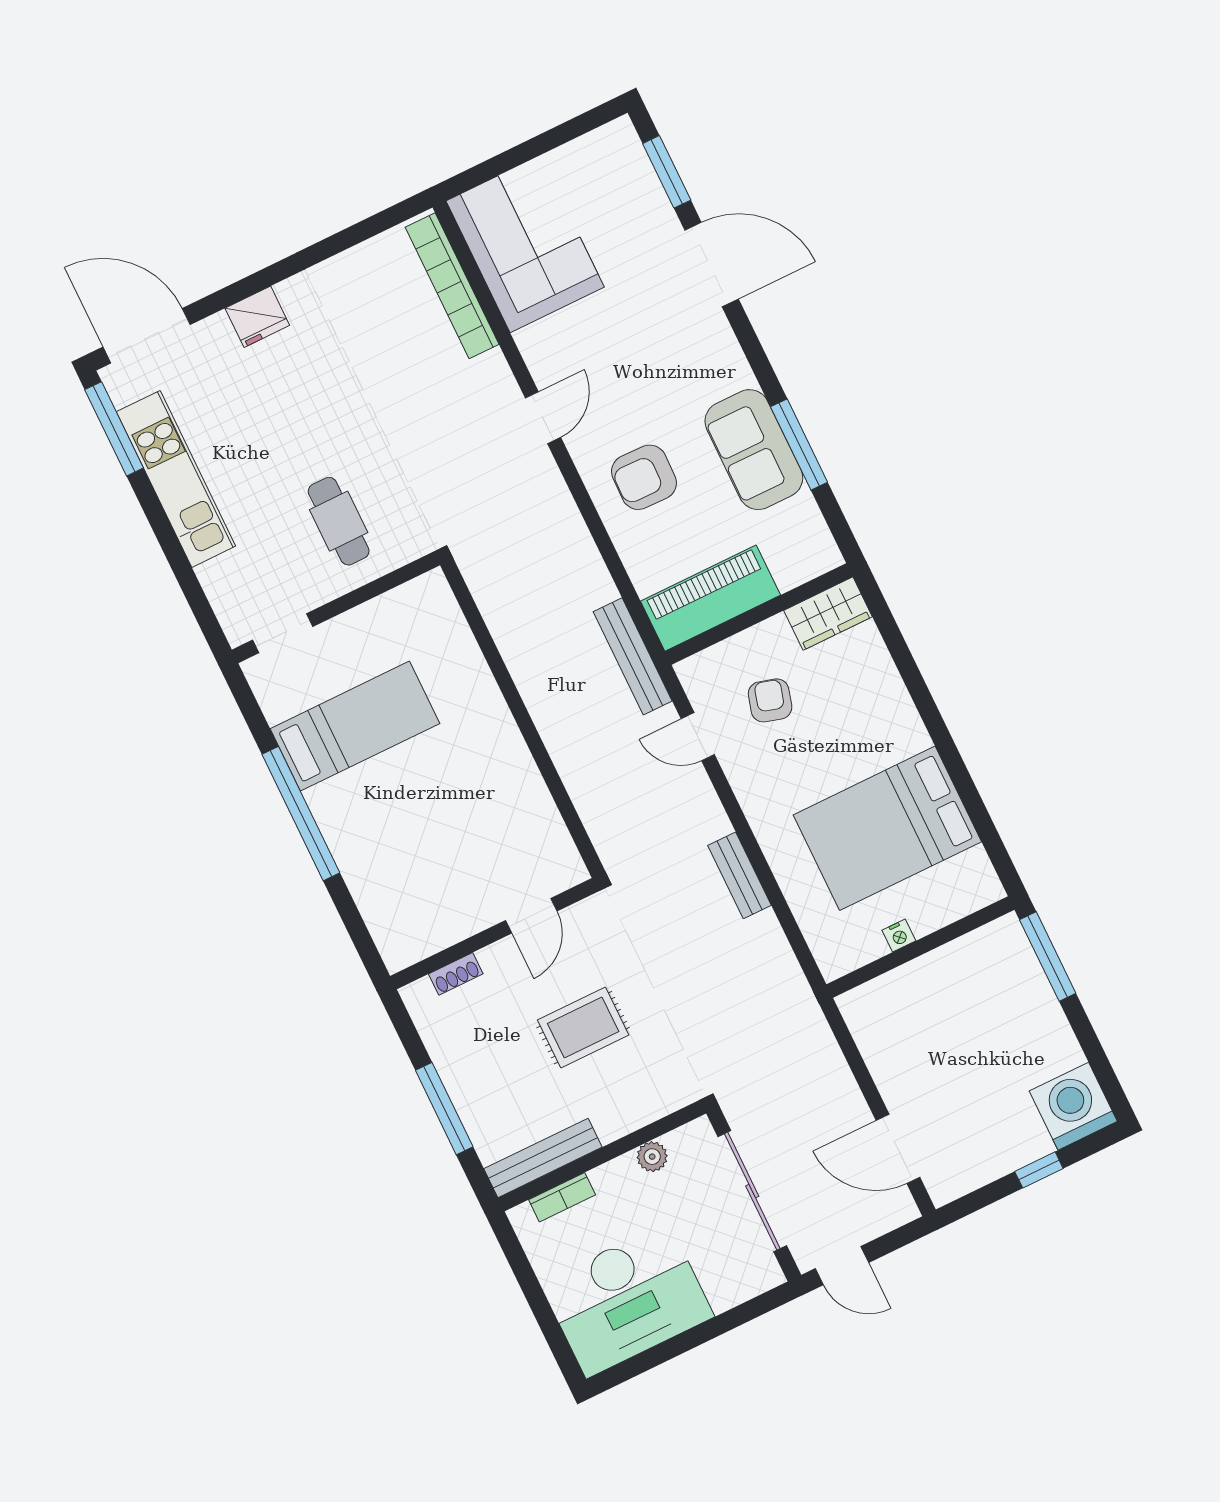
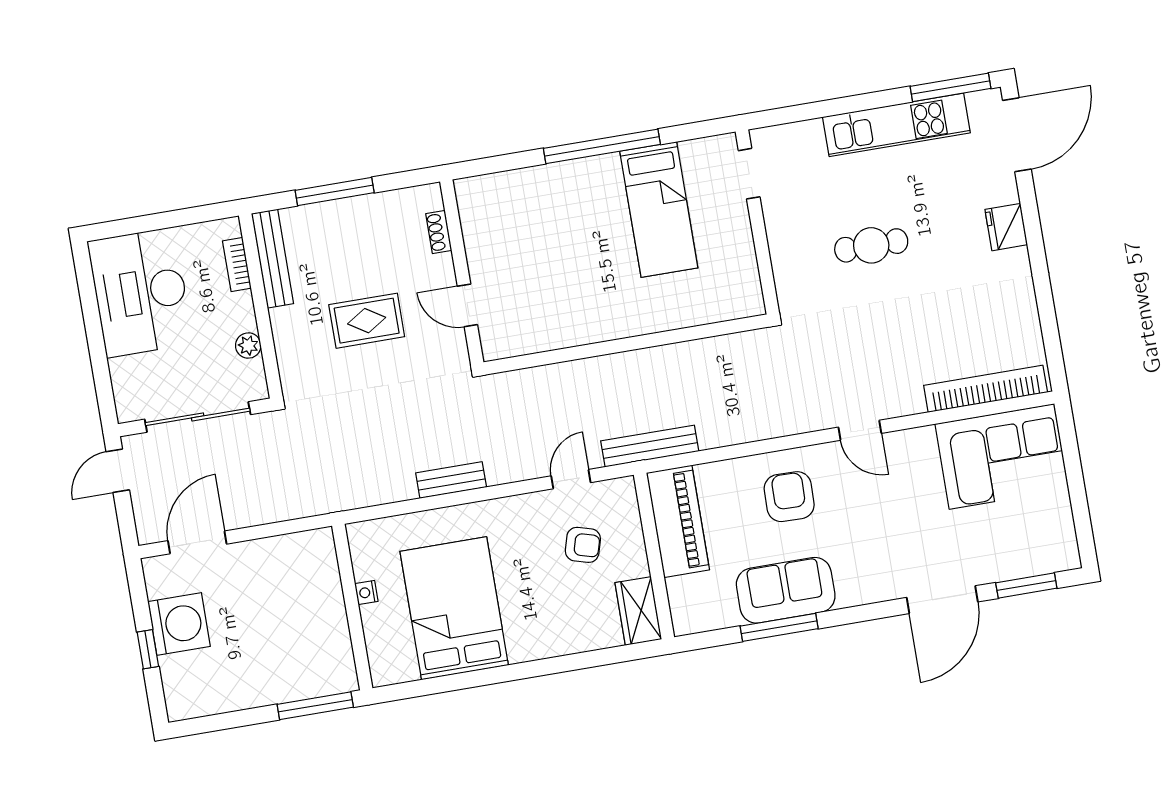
cafe table: (339, 521) -> (871, 245), moved
rug: (583, 1028) -> (367, 321), turned 90
washing machine: (1073, 1106) -> (179, 624), moved

